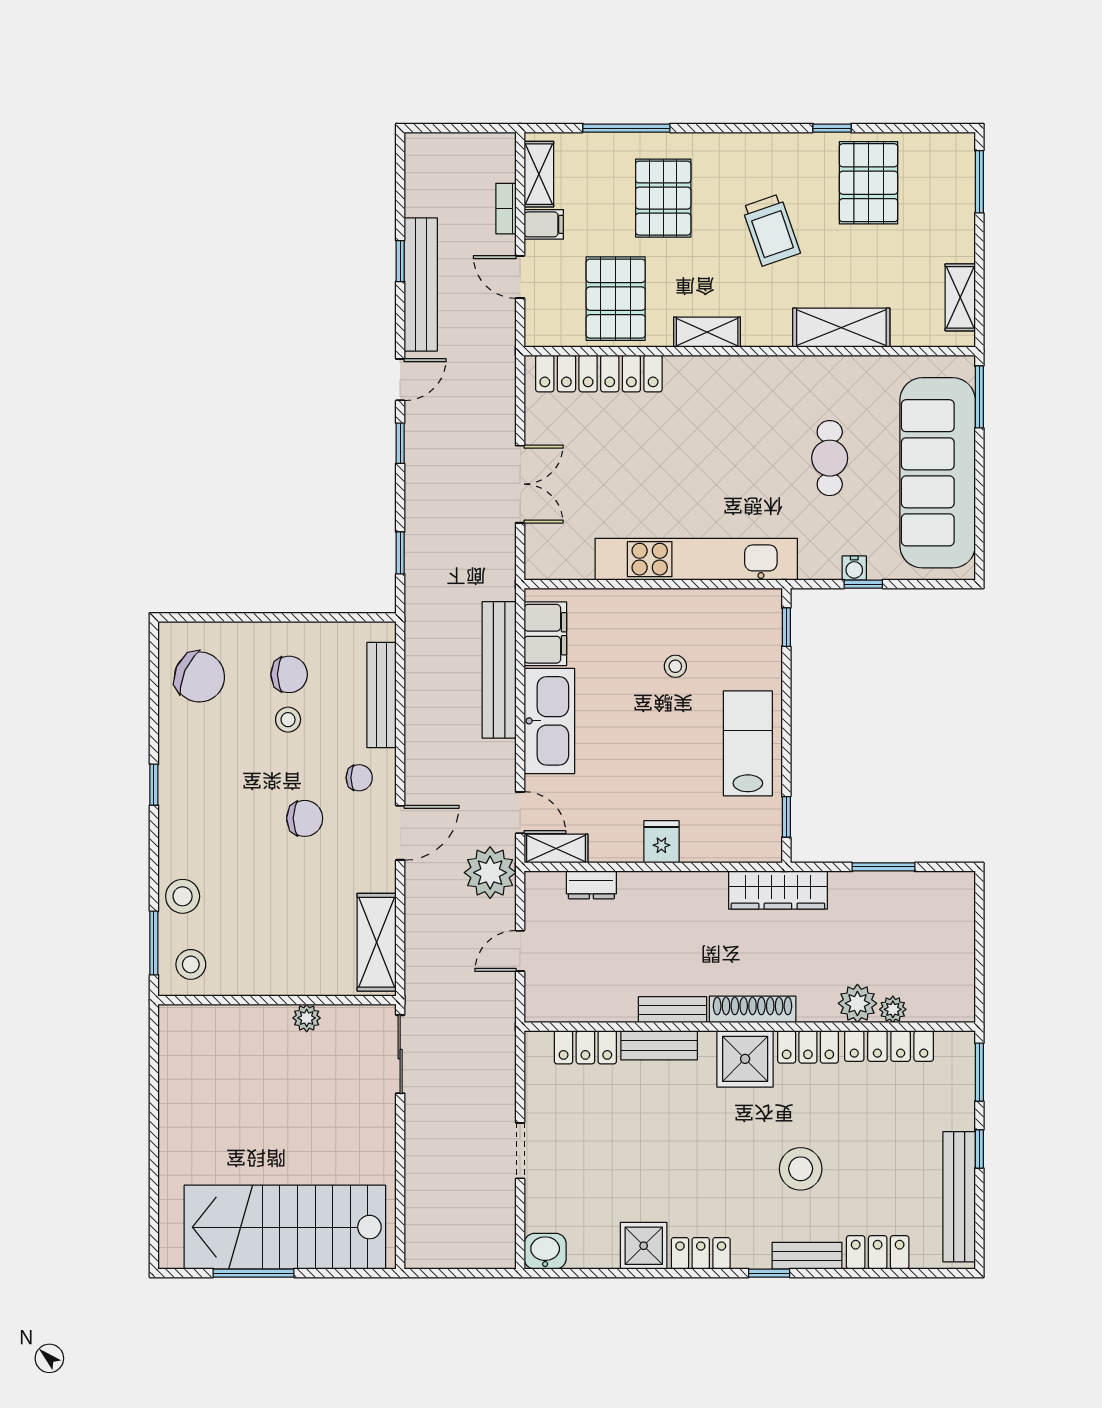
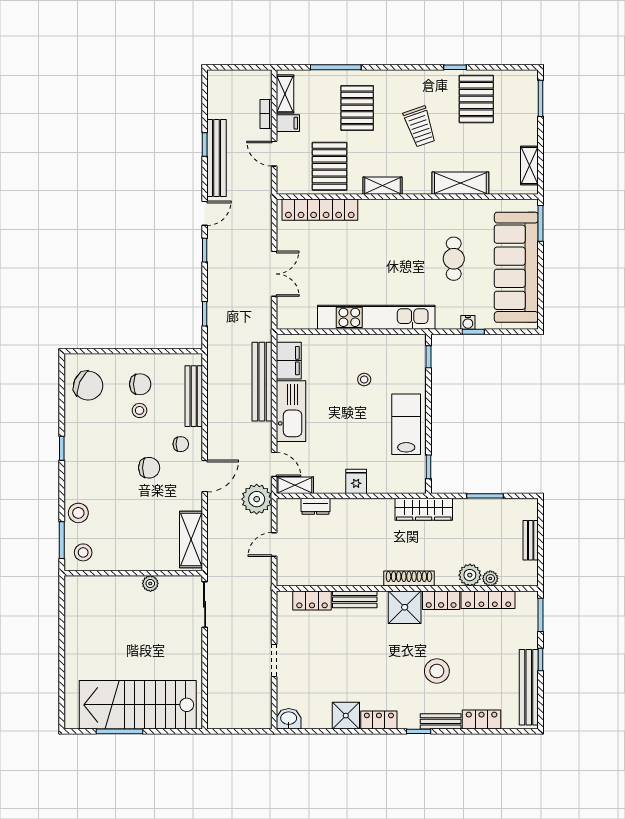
bench: (673, 1010) -> (531, 540), moved, turned 90

